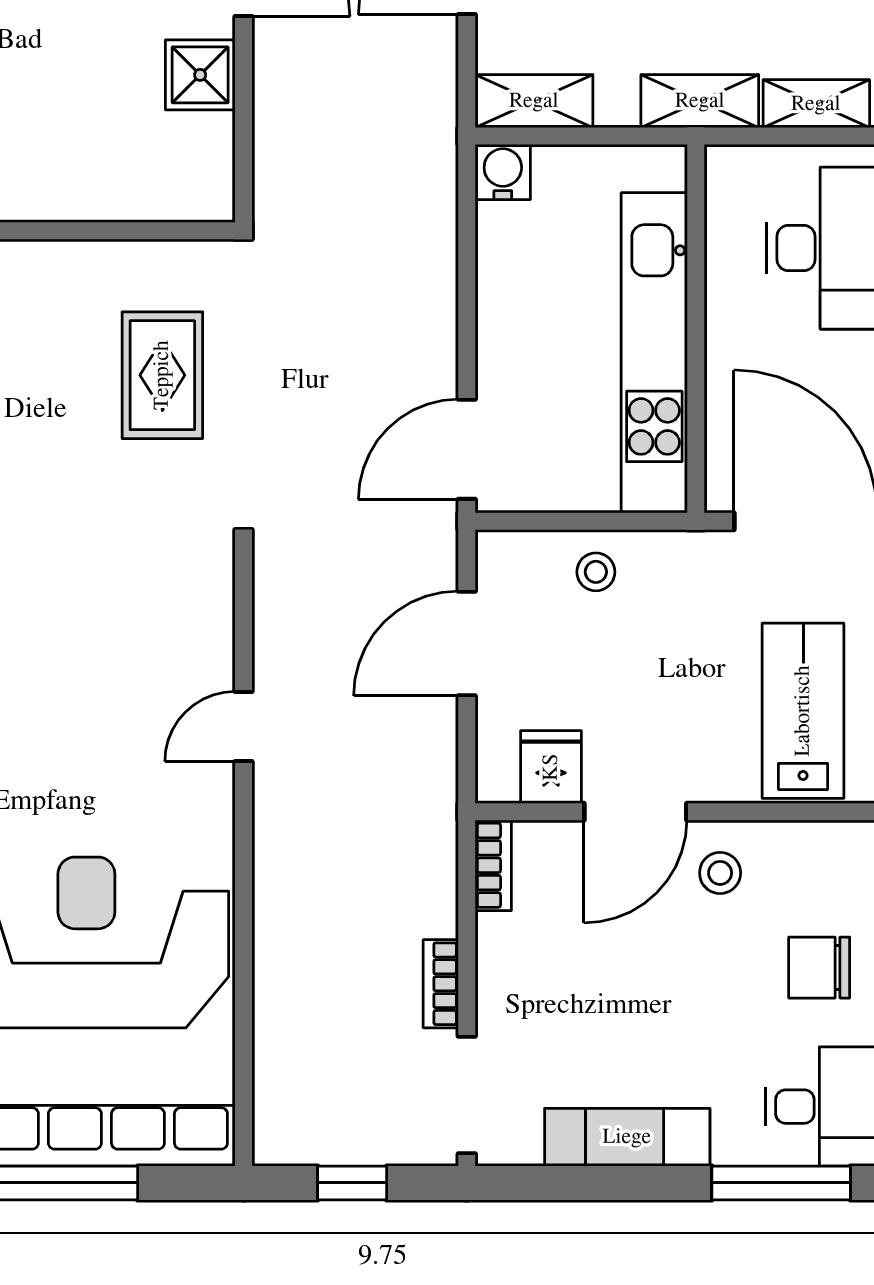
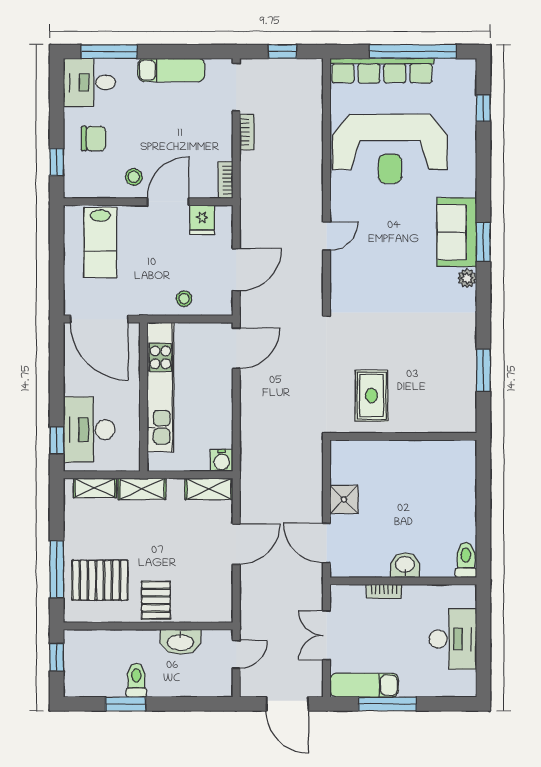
rug: (162, 375) -> (371, 396), moved

